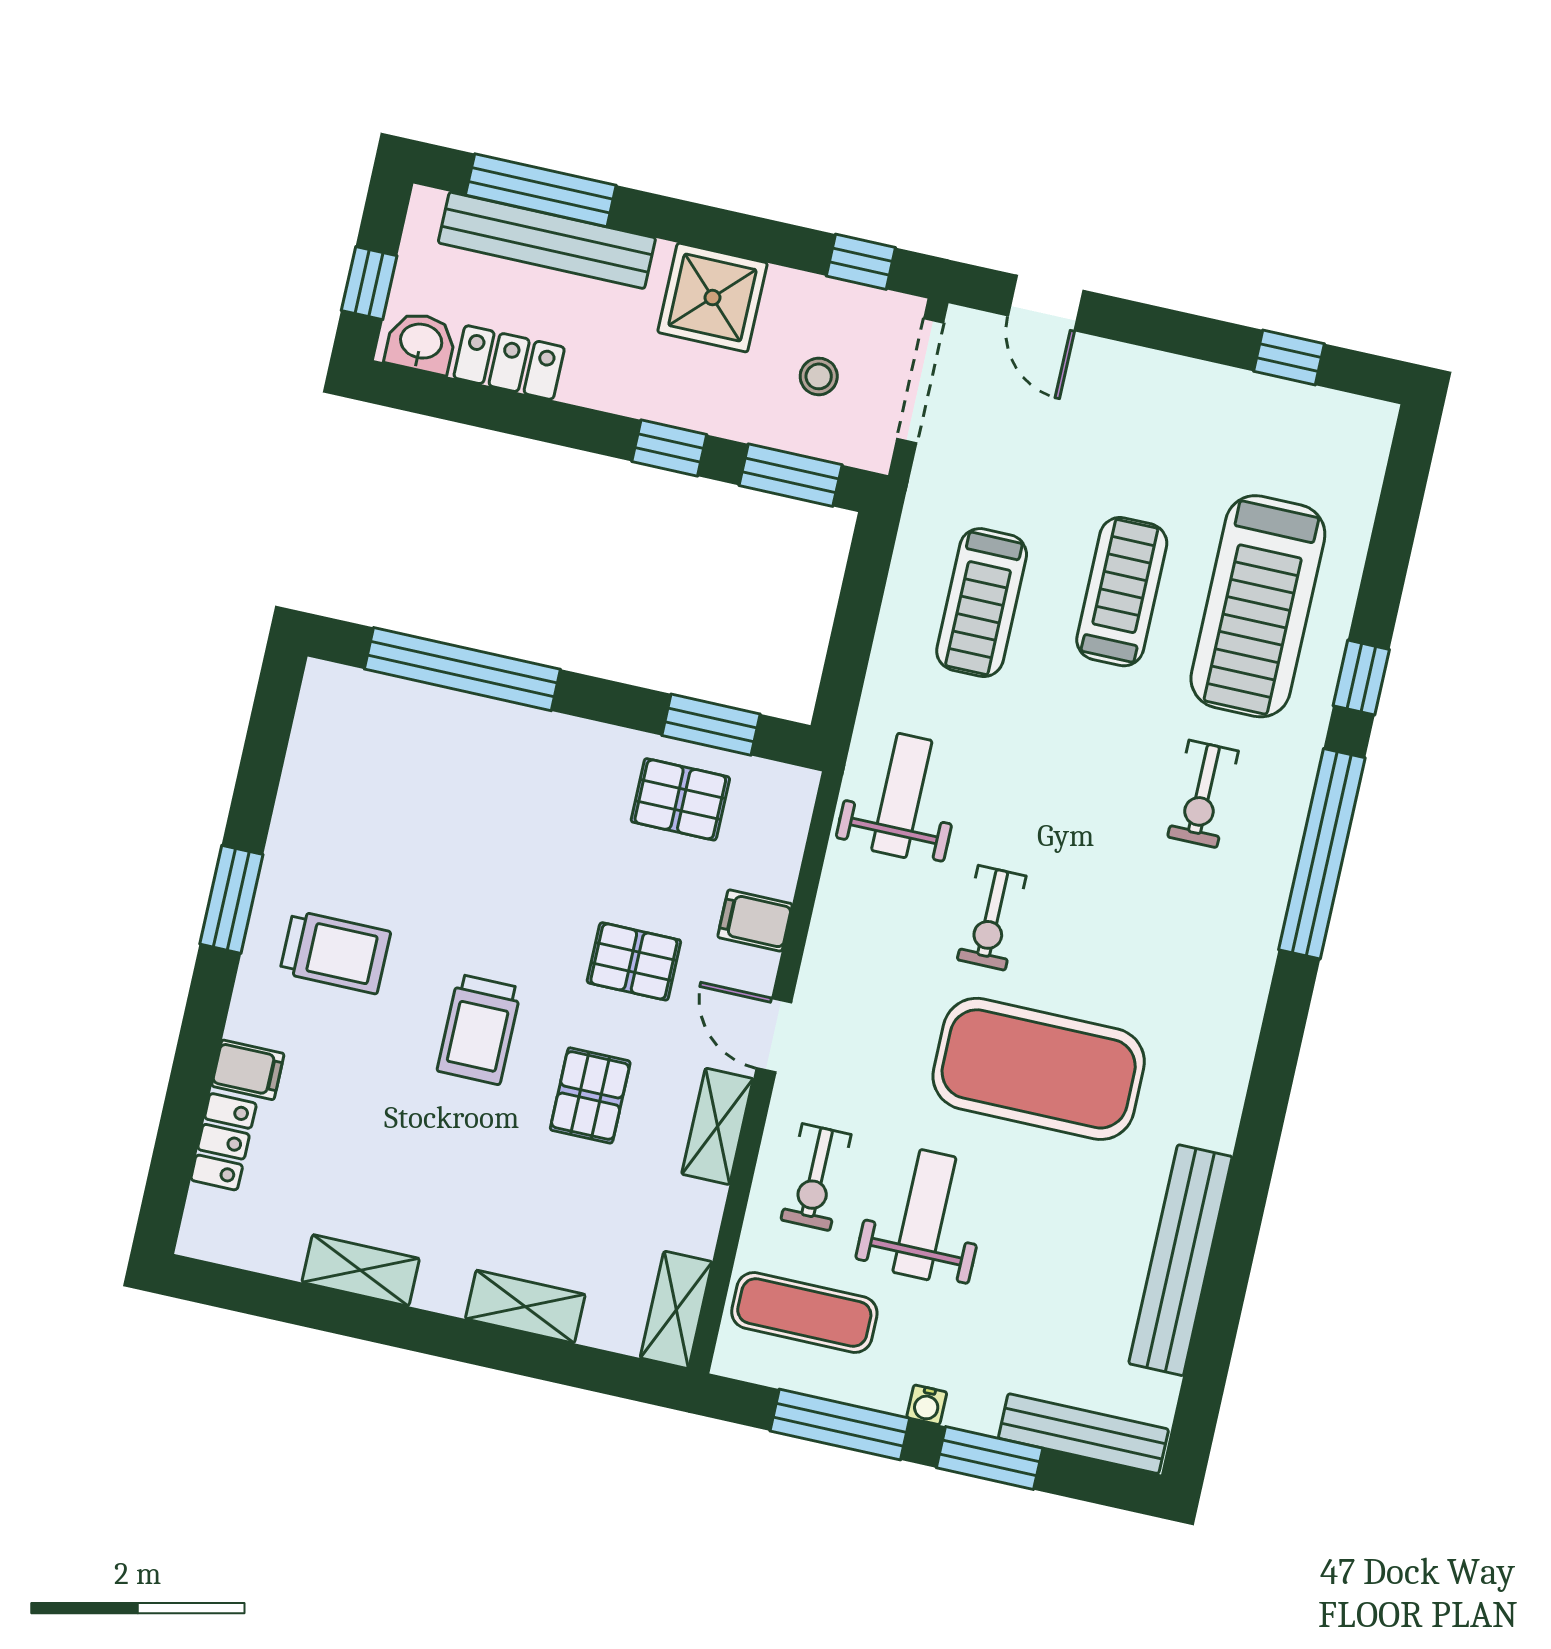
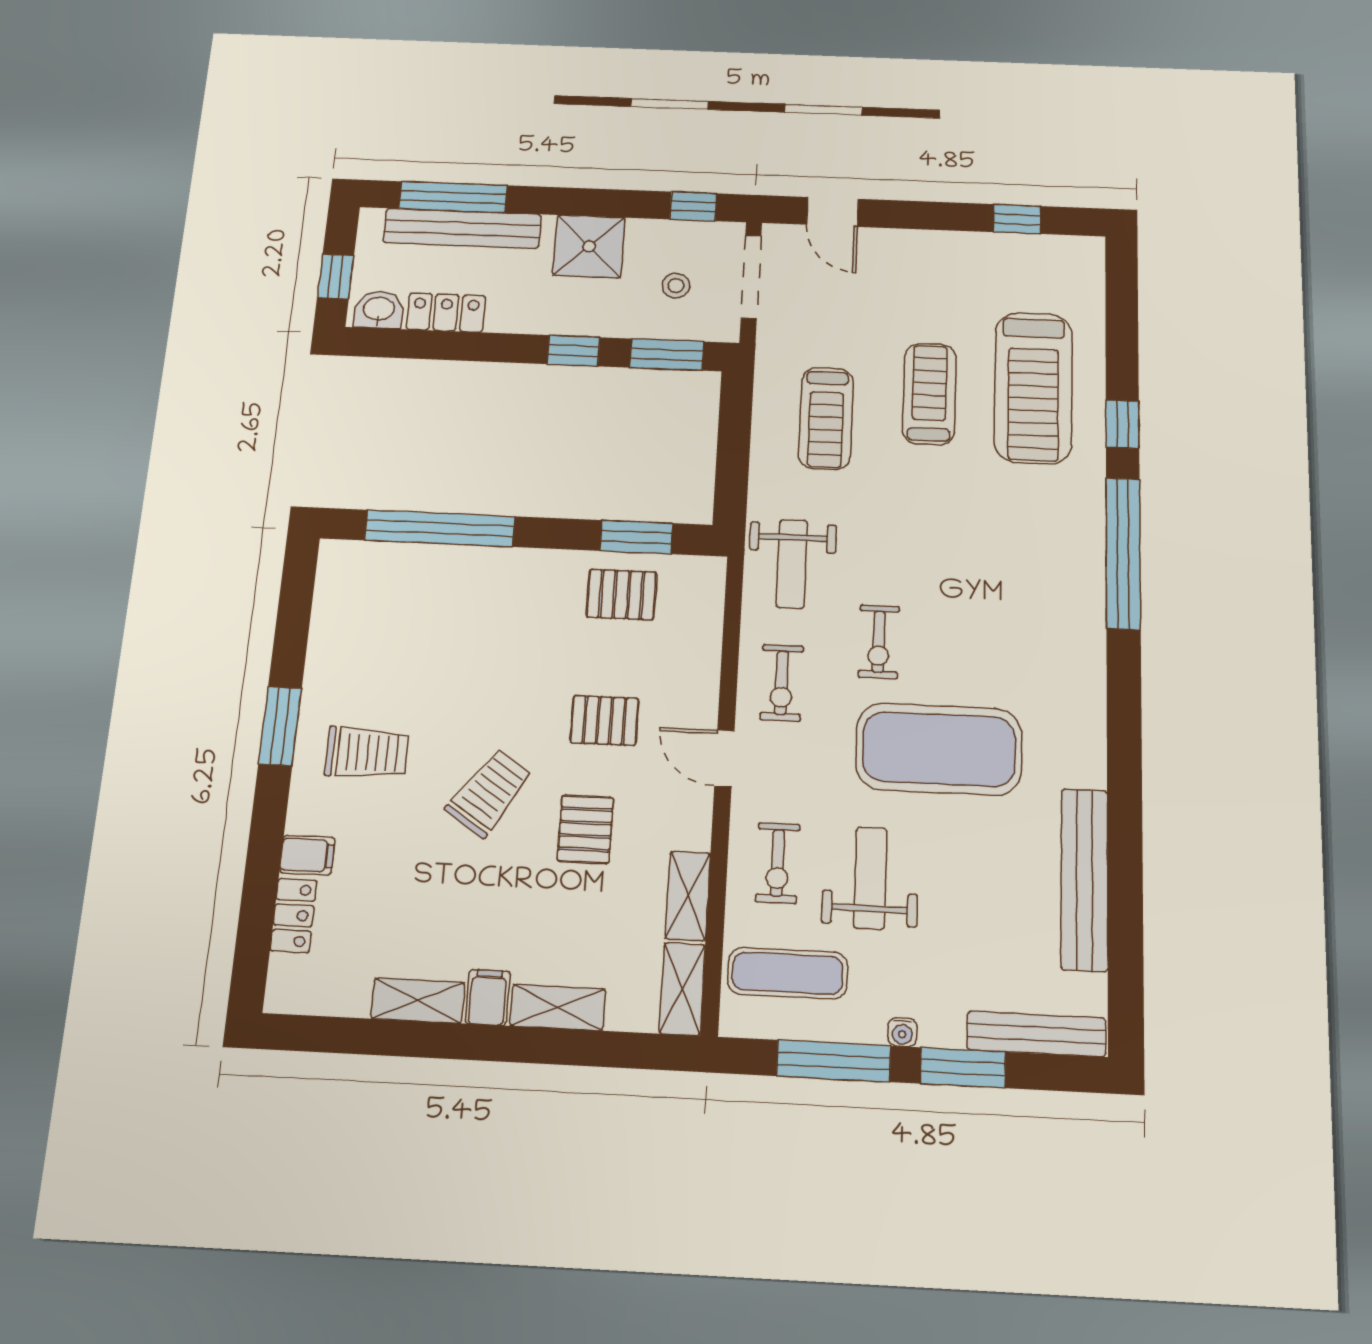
exercise bike: (1203, 794) -> (782, 683), moved
weight bench: (902, 795) -> (792, 564), turned 180
filing cabinet: (755, 921) -> (488, 997), moved, turned 90
trolley: (479, 1029) -> (489, 793), turned -146
shelving: (717, 1126) -> (688, 896), moved

